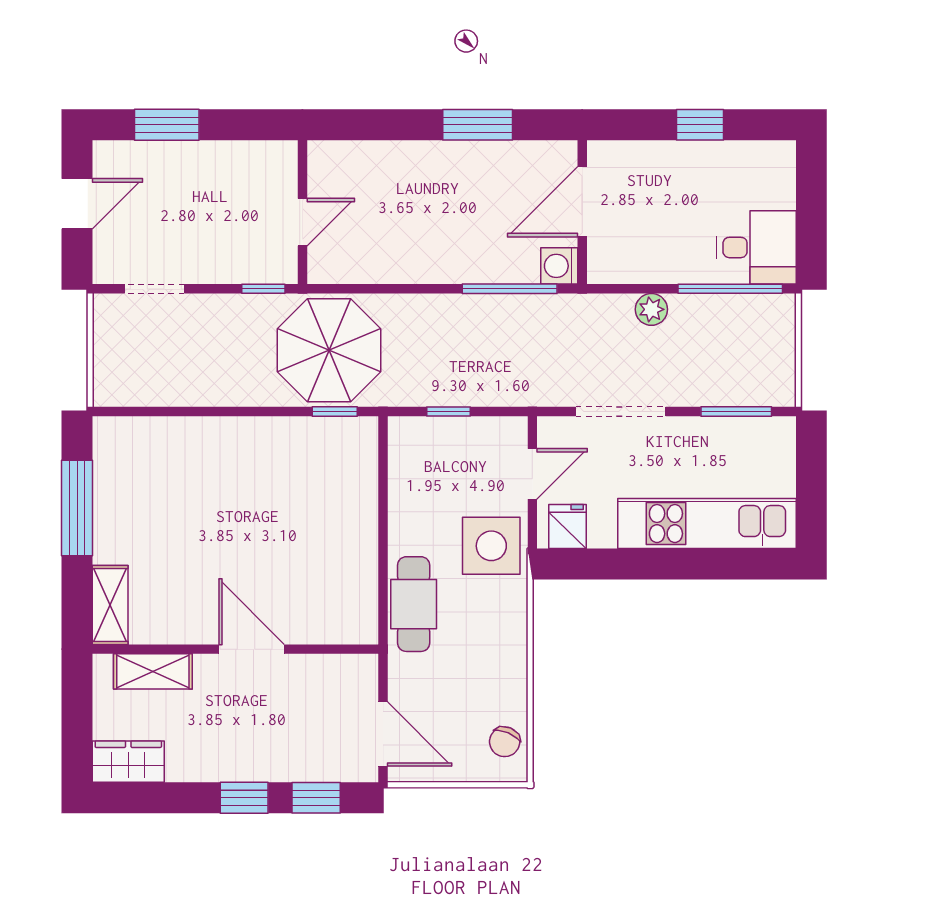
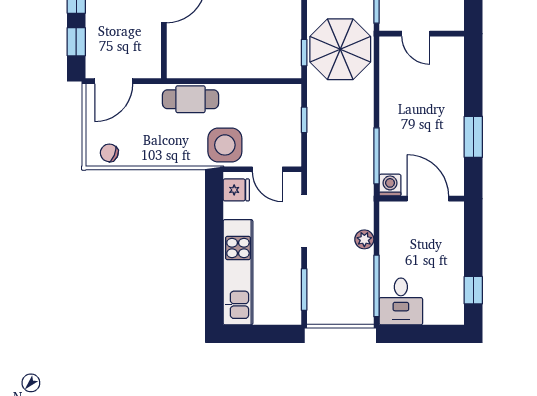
window: (700, 125) -> (473, 290), moved

